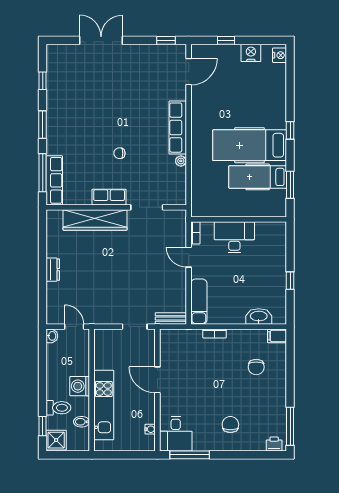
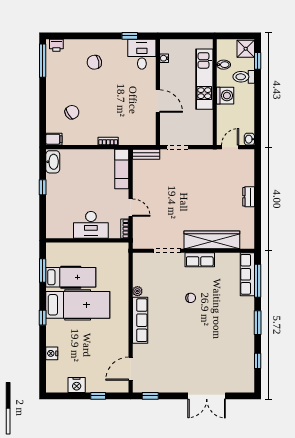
nightstand: (280, 55) -> (52, 353), moved
washbasin: (259, 317) -> (53, 162), moved, turned -90
door: (74, 327) -> (230, 147), swing flipped
chair: (256, 367) -> (72, 112), turned 58
chair: (230, 425) -> (94, 62), turned 79
window: (190, 455) -> (130, 36), width x0.46

